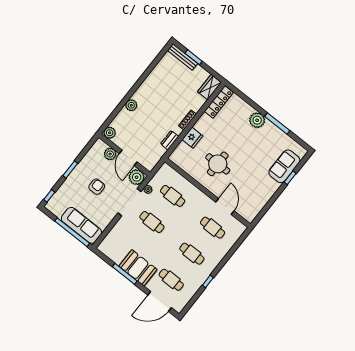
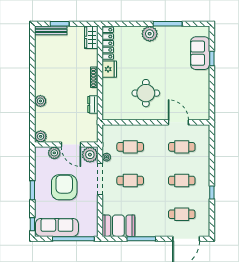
fridge: (192, 138) -> (109, 69), moved
armchair: (97, 187) -> (64, 187), width x1.88, depth x1.88
sofa: (81, 225) -> (57, 227), moved
booth: (138, 268) -> (118, 226), moved

